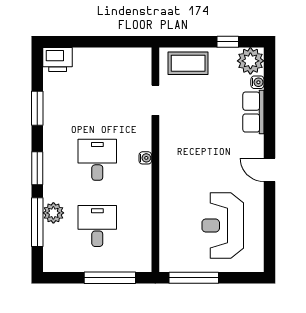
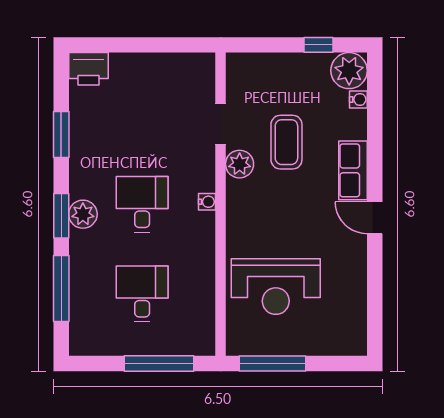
coffee table: (188, 63) -> (286, 142), moved, turned 90
row of seats: (253, 112) -> (353, 170), moved
plant: (169, 130) -> (240, 164), added
plant: (53, 213) -> (83, 214), moved
reception desk: (223, 225) -> (276, 287), moved, turned -90

